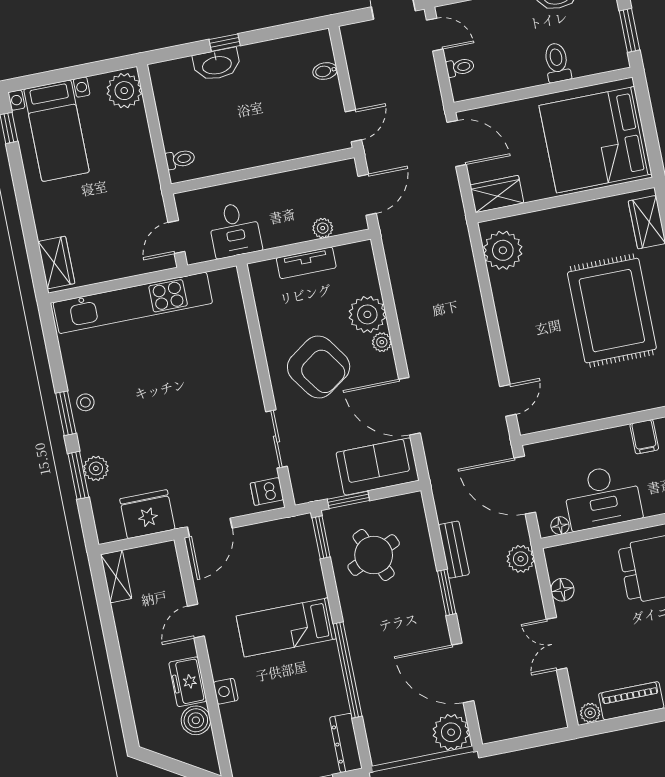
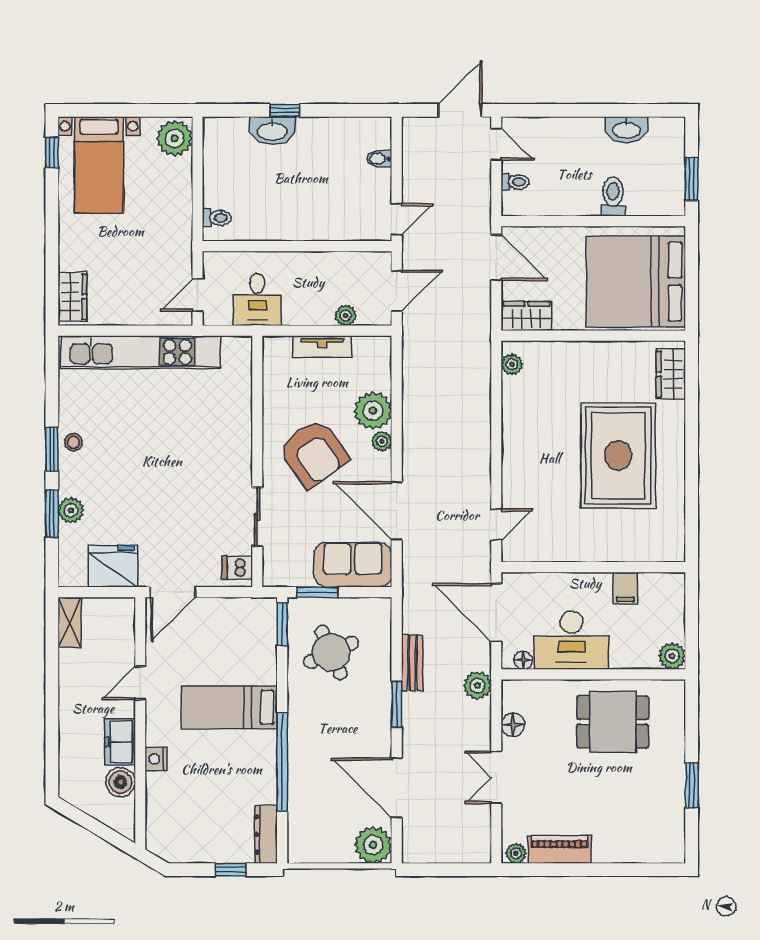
plant: (503, 250) -> (512, 364), width x0.53, depth x0.53

